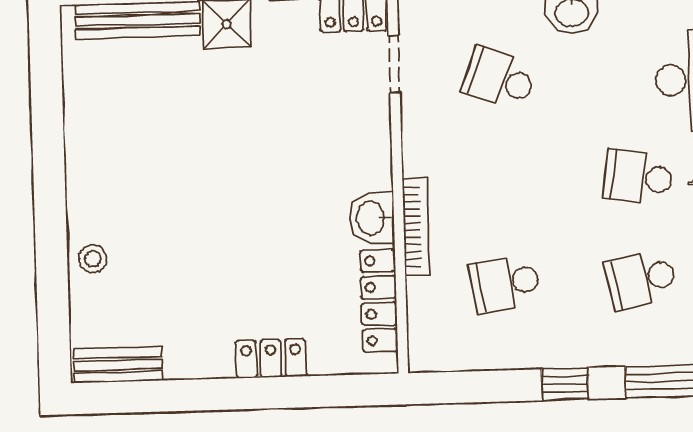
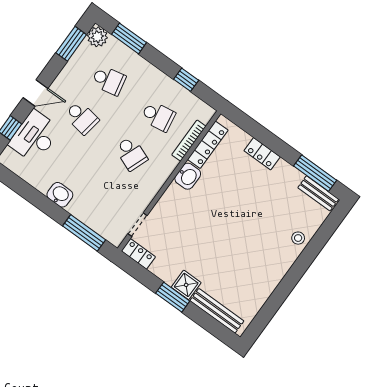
school desk: (499, 79) -> (131, 153), moved
bookcase: (416, 227) -> (189, 141), moved
window: (565, 384) -> (186, 80), moved
window: (151, 396) -> (315, 173), added

